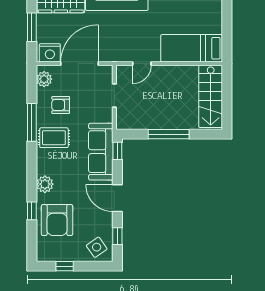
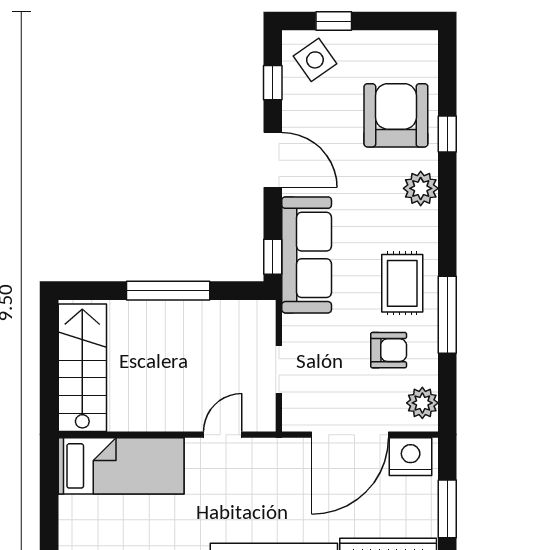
rug: (54, 138) -> (402, 283), turned 90
window: (65, 266) -> (334, 21), moved

